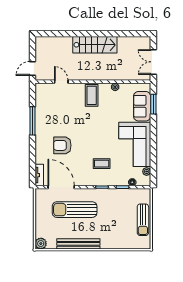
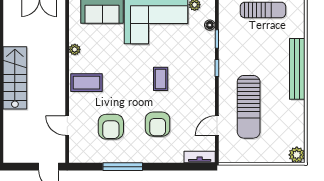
door: (61, 82) -> (67, 126), hinge flipped
armchair: (61, 112) -> (111, 127), added
coffee table: (102, 164) -> (161, 79), moved
door: (61, 187) -> (217, 126), width x0.53
bench: (78, 244) -> (297, 69), moved

